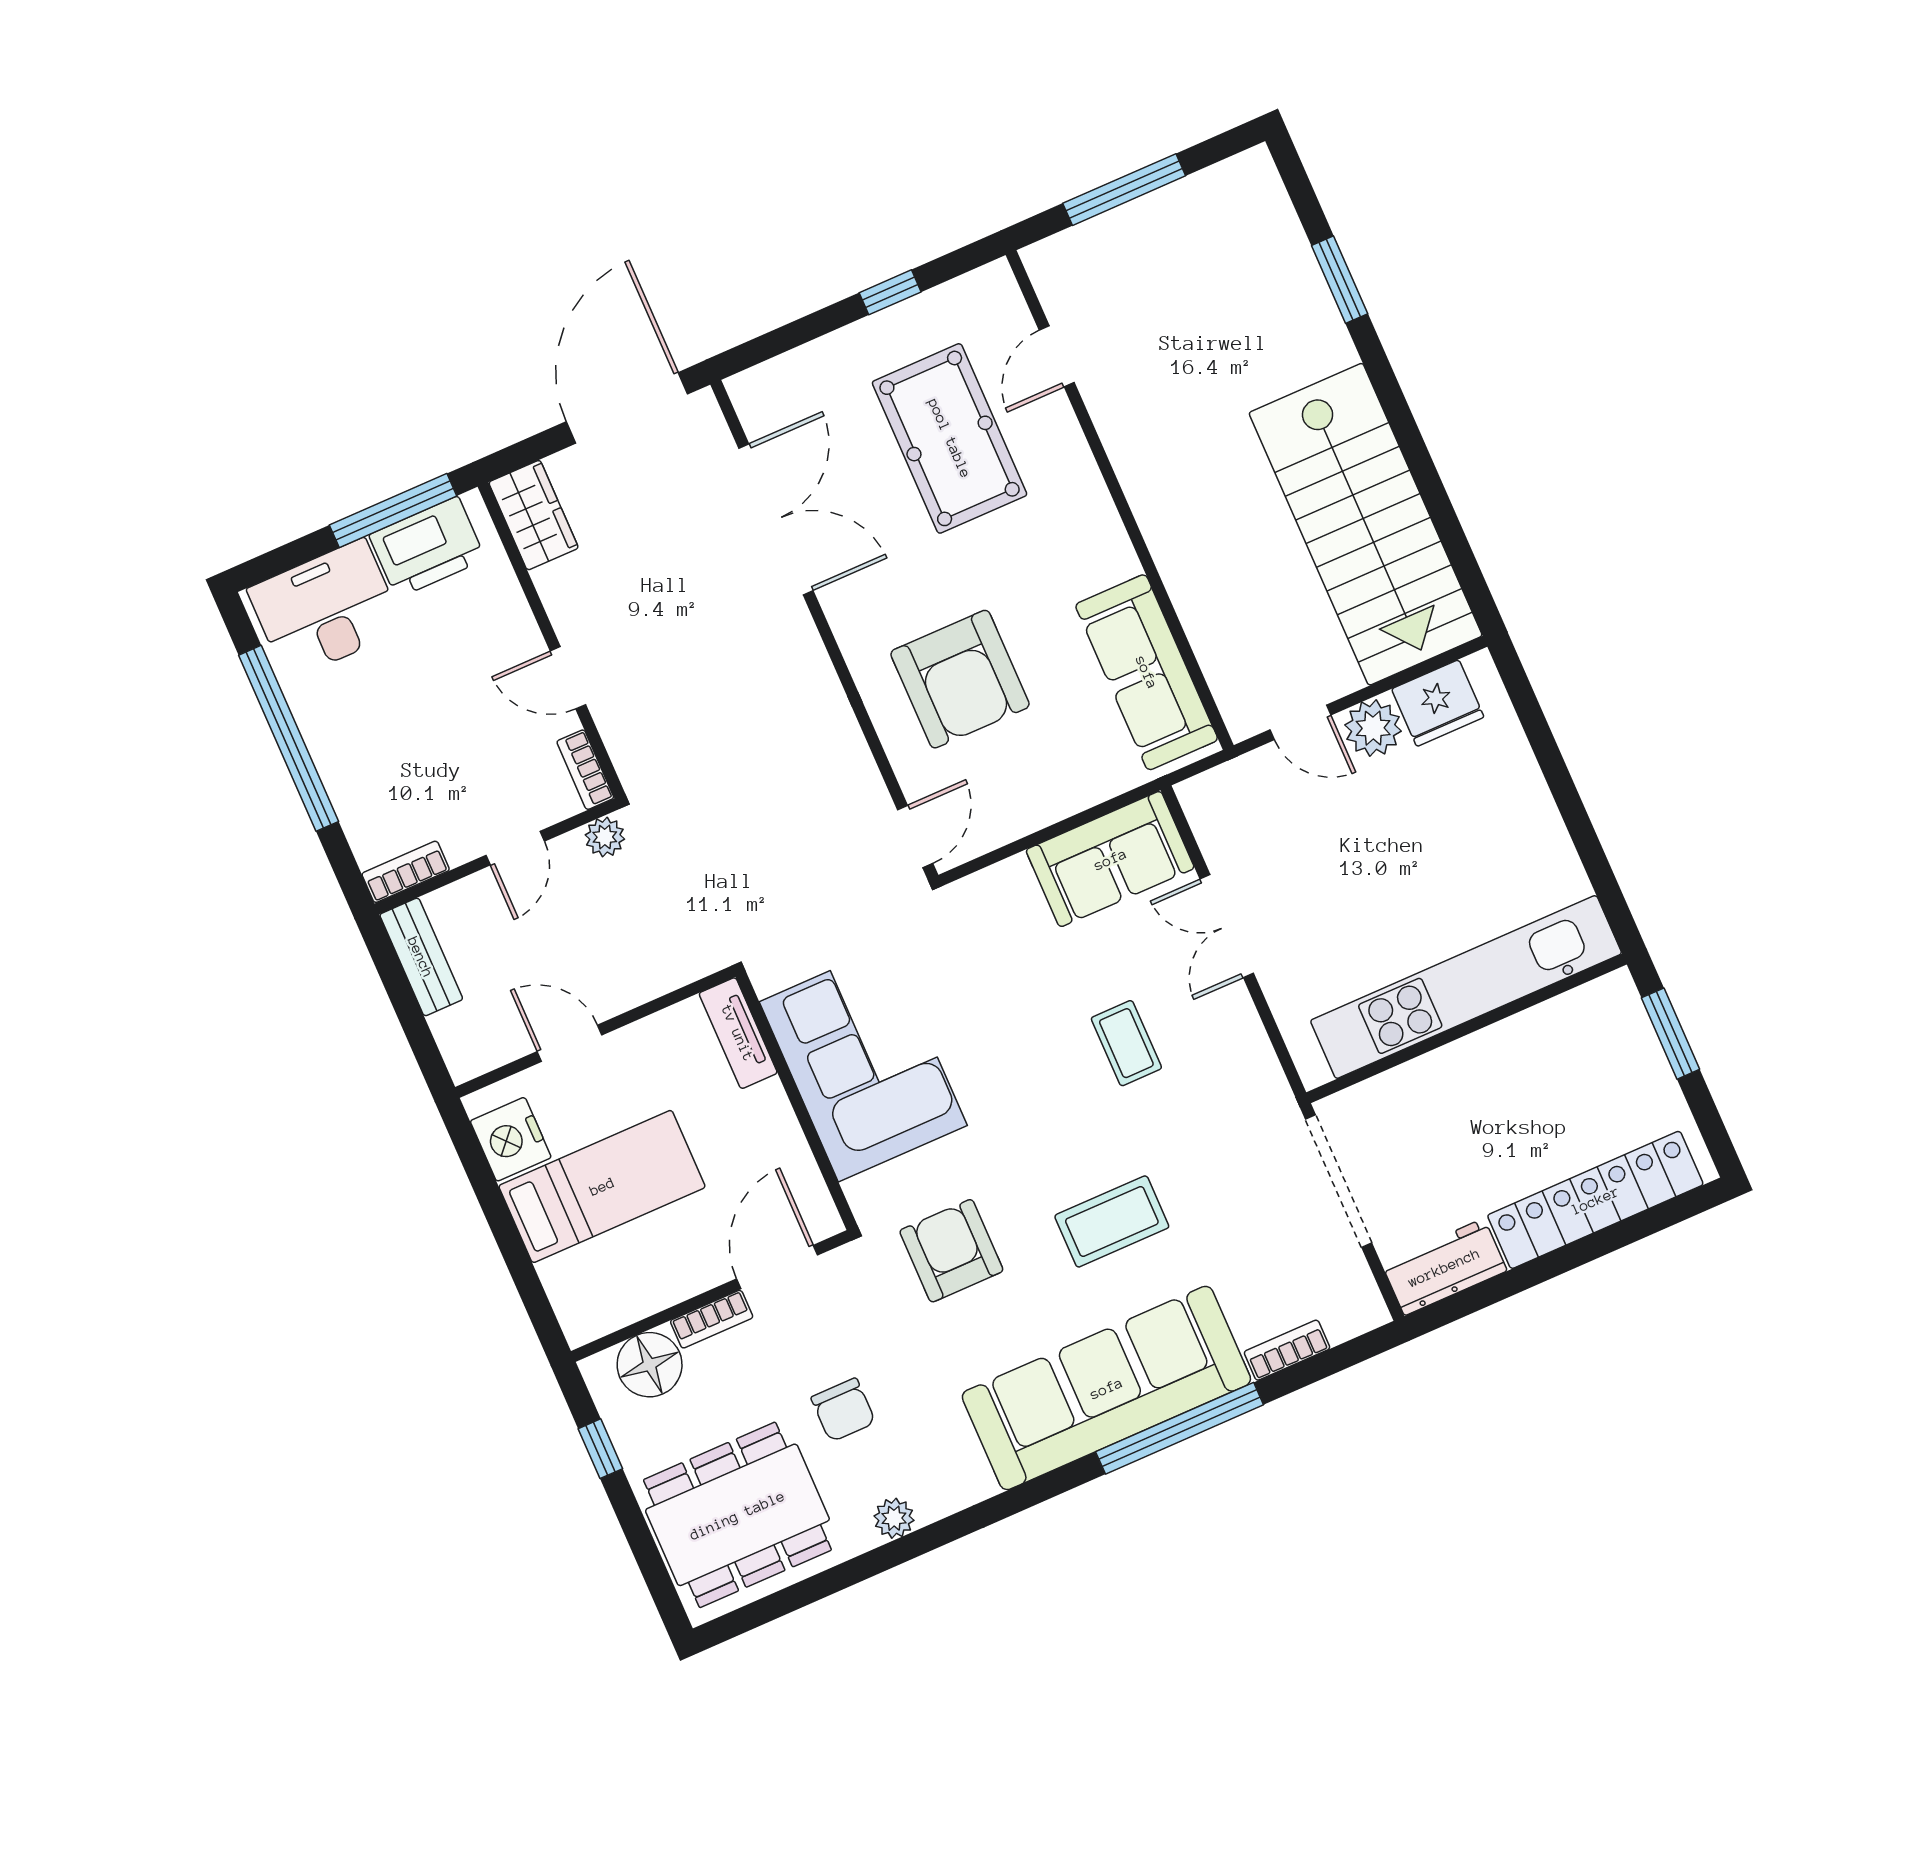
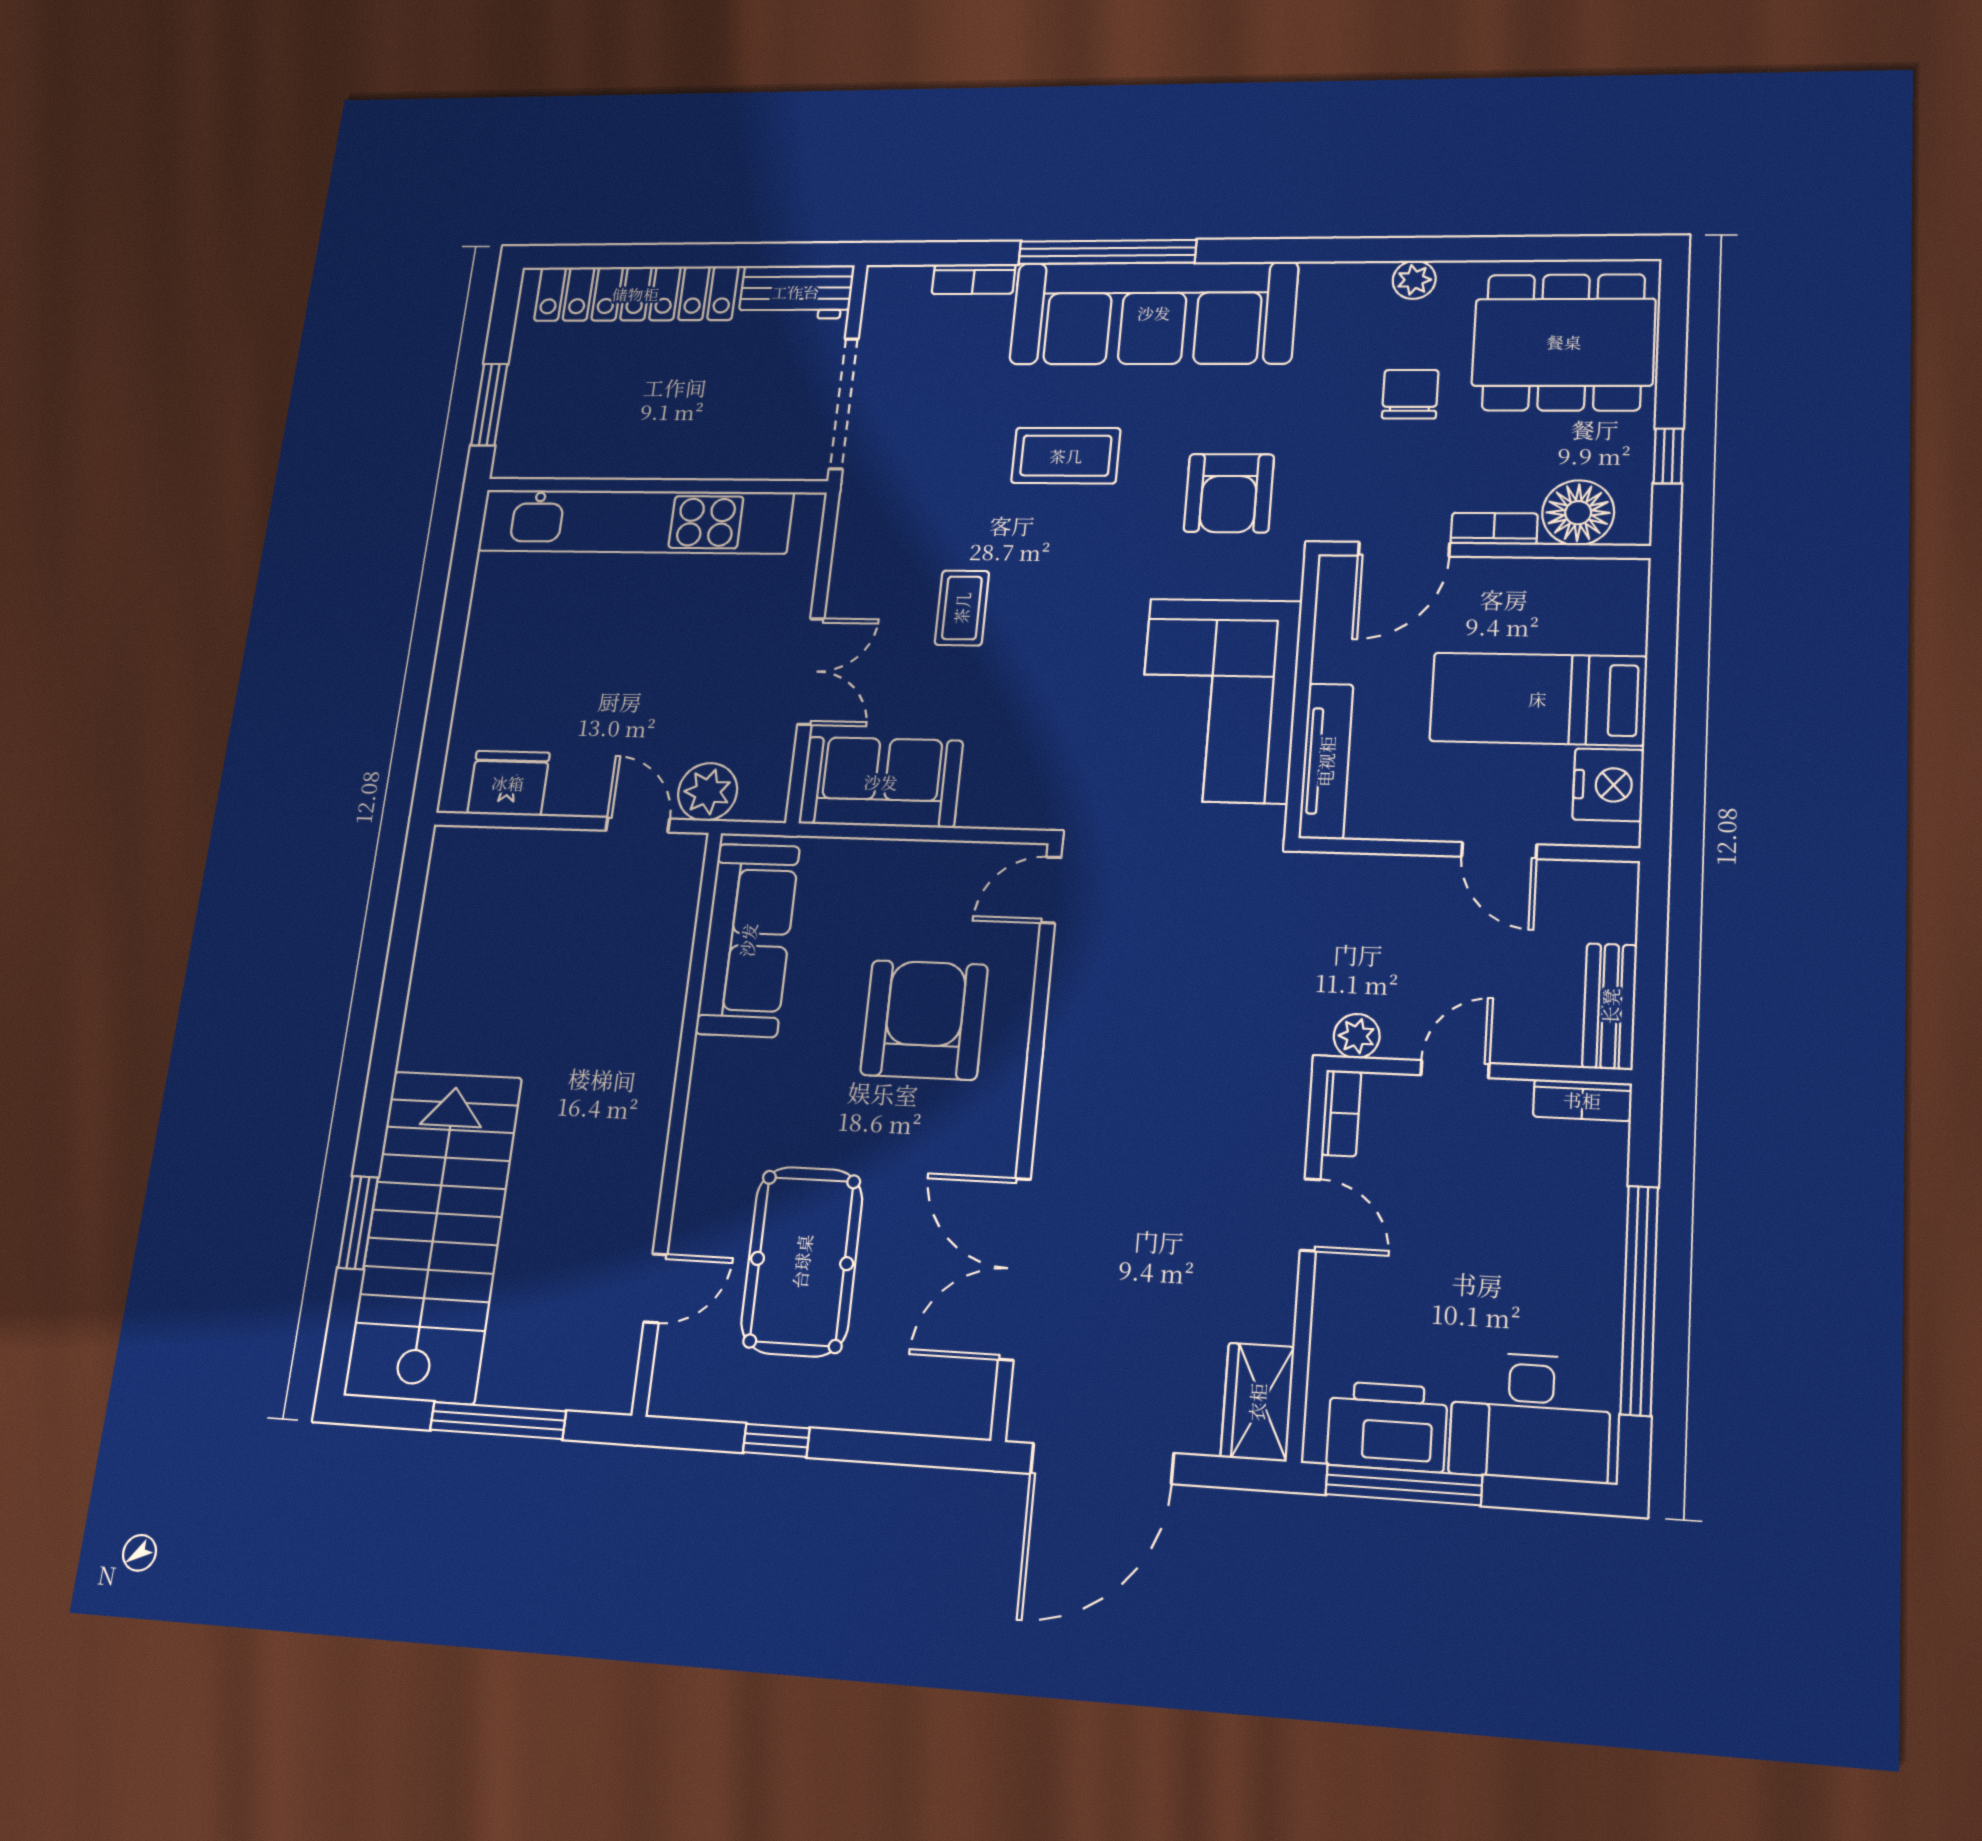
stairs: (1366, 524) -> (434, 1235), moved
plant: (1373, 728) -> (708, 792), moved
tv unit: (738, 1033) -> (1326, 761), width x1.41

